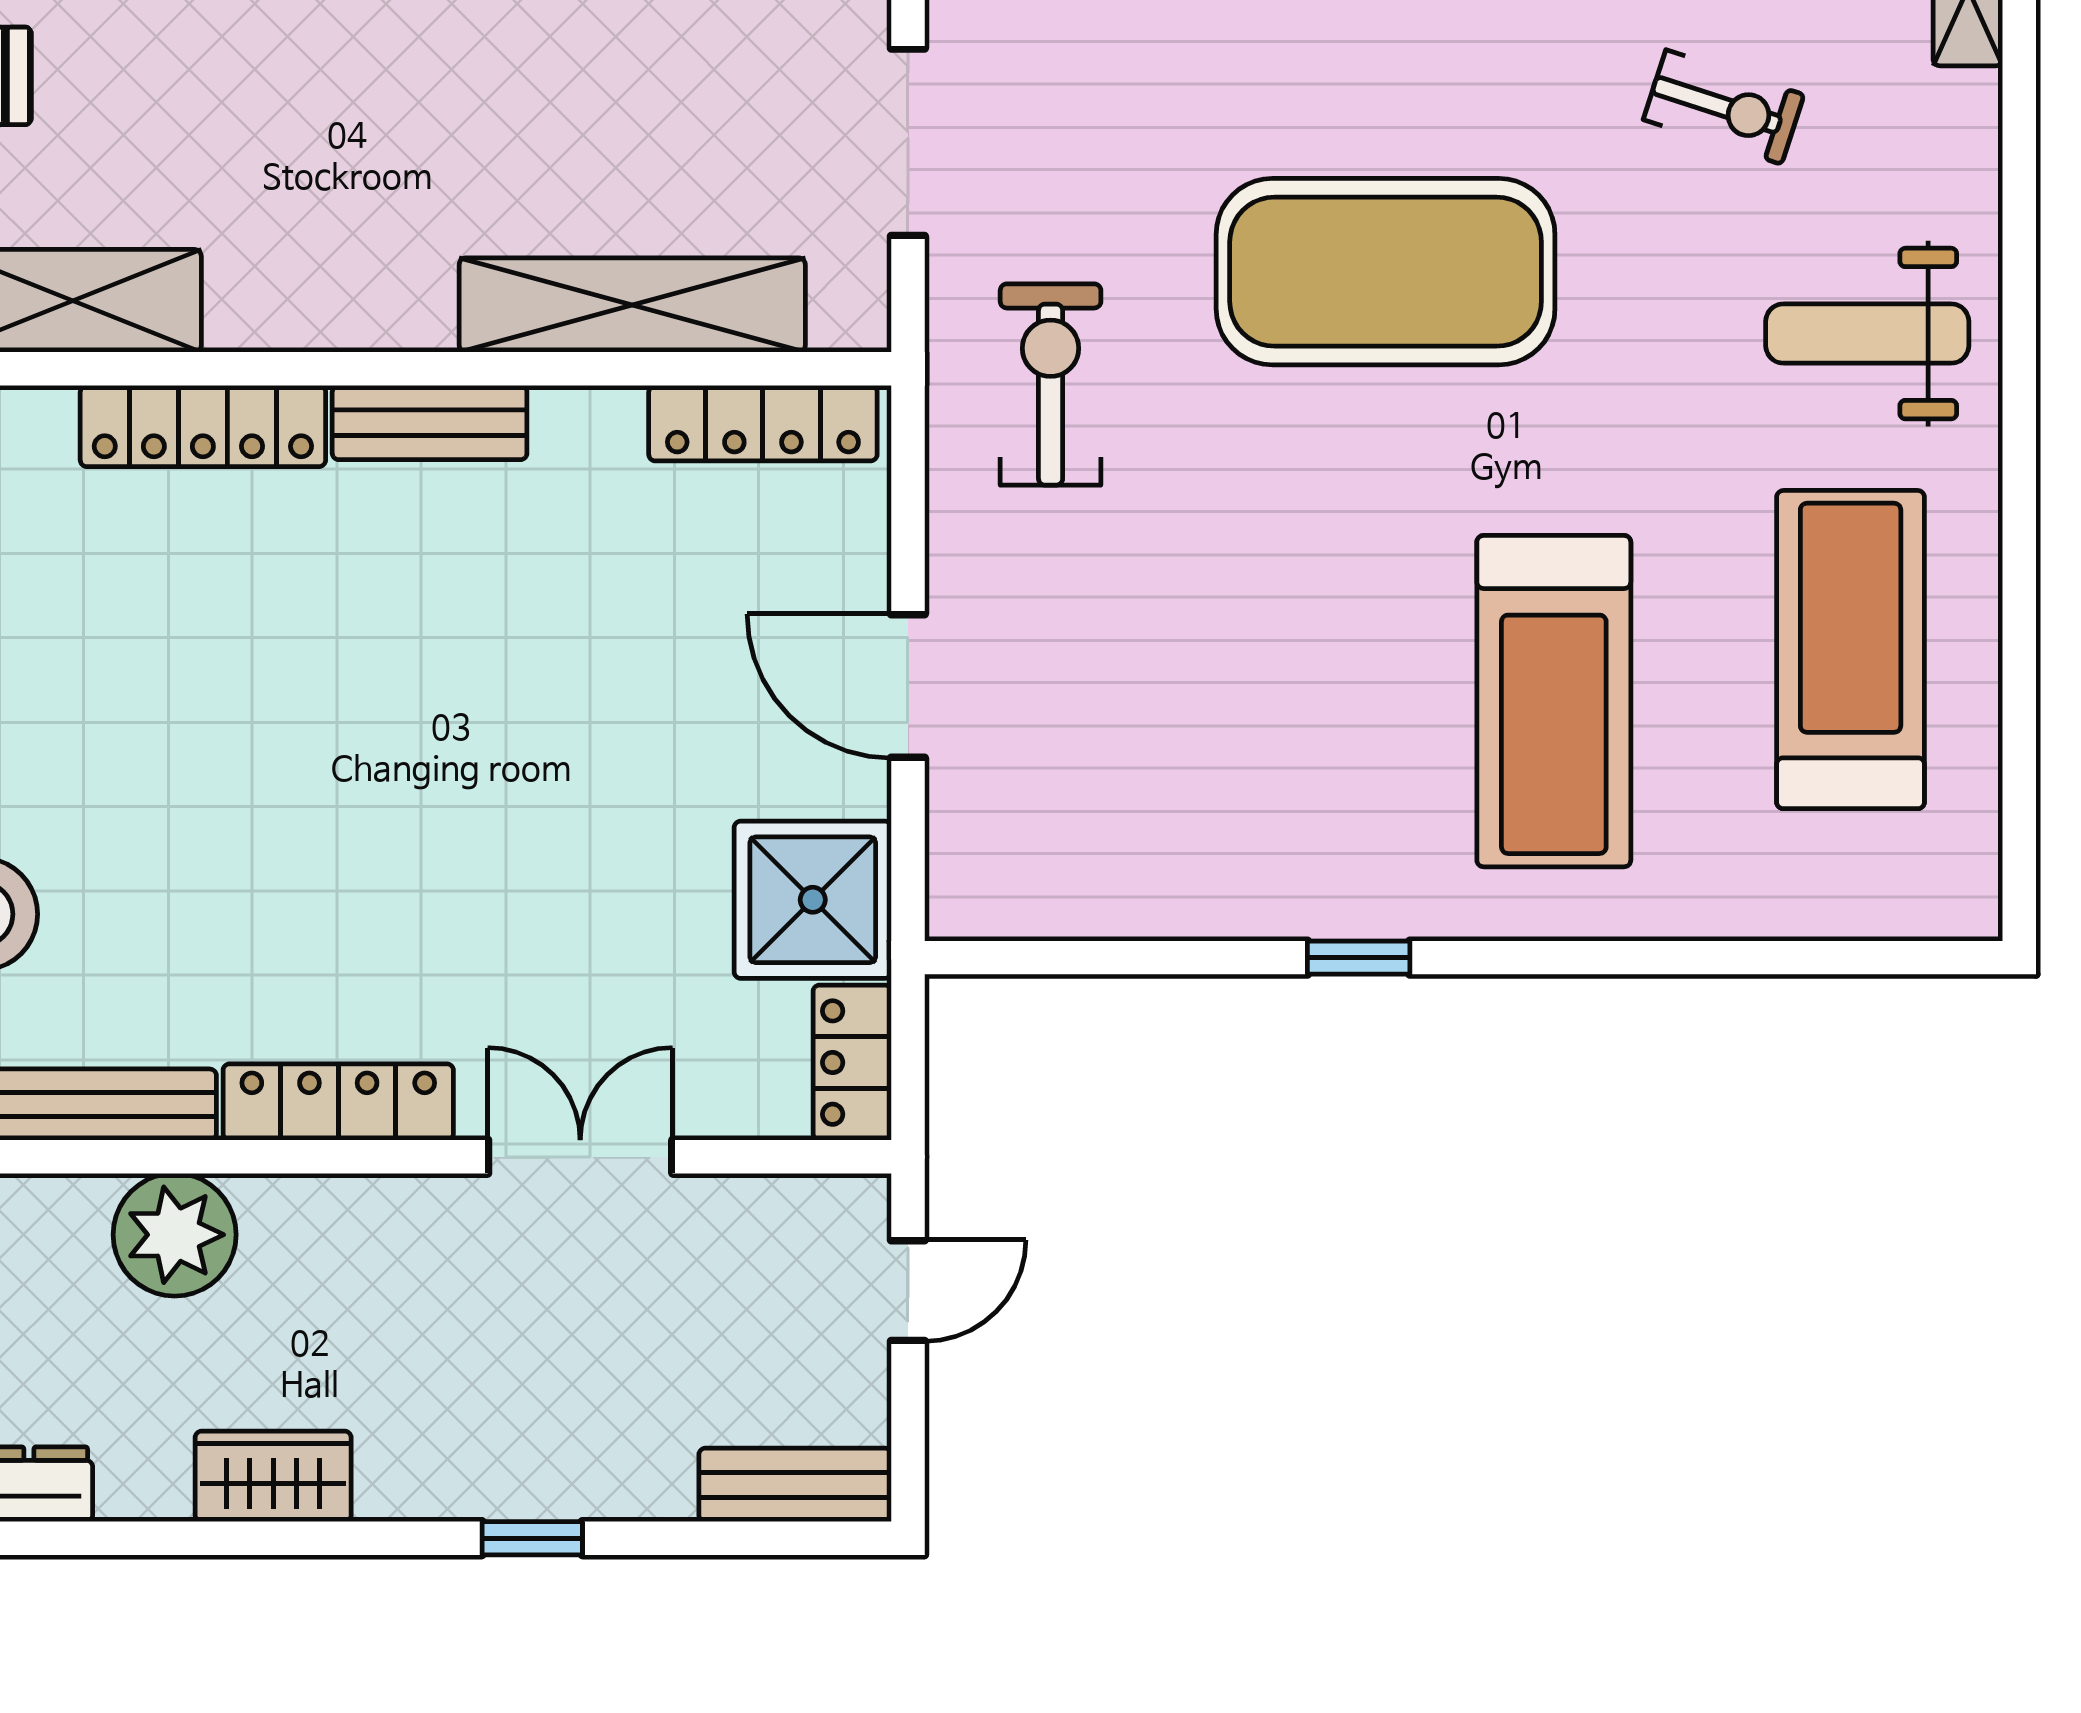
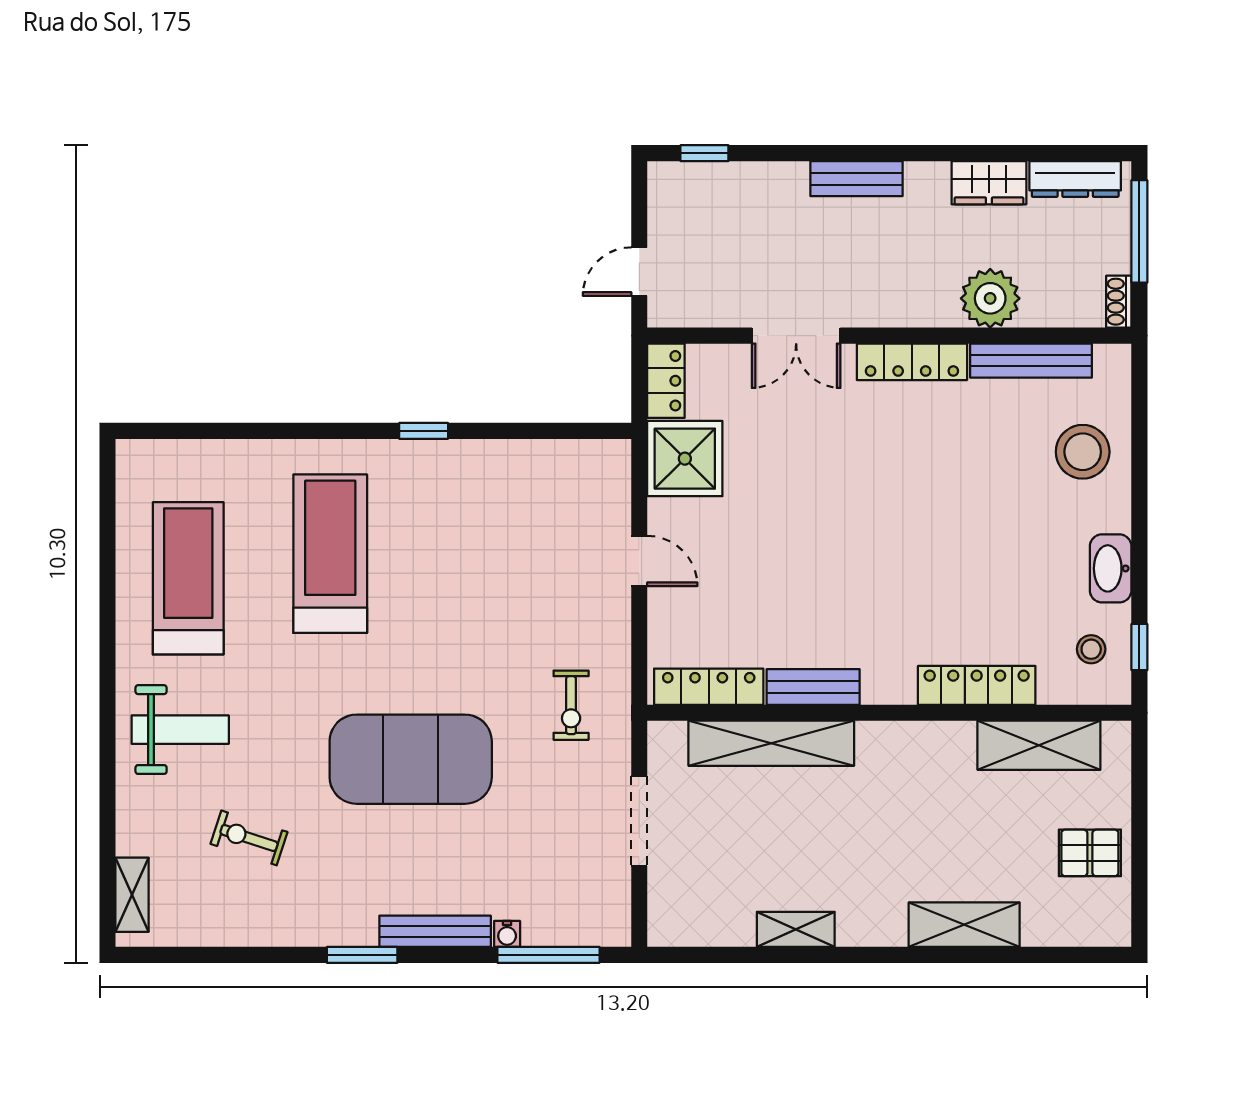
exercise bike: (1051, 385) -> (571, 705), width x0.73, depth x0.72
bench: (430, 423) -> (813, 687), moved
treadmill: (1851, 650) -> (188, 578), turned 180
door: (908, 686) -> (639, 561), width x0.73
wardrobe: (273, 1476) -> (989, 183), moved
bench: (795, 1485) -> (856, 179), moved
window: (532, 1538) -> (704, 153), moved

